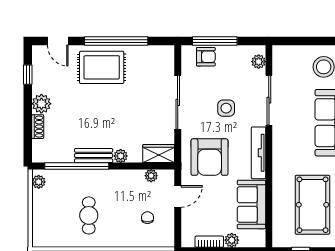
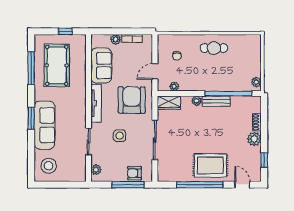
sliding door: (269, 100) -> (88, 142), width x0.73
cafe table: (89, 215) -> (214, 48), moved, turned 90

